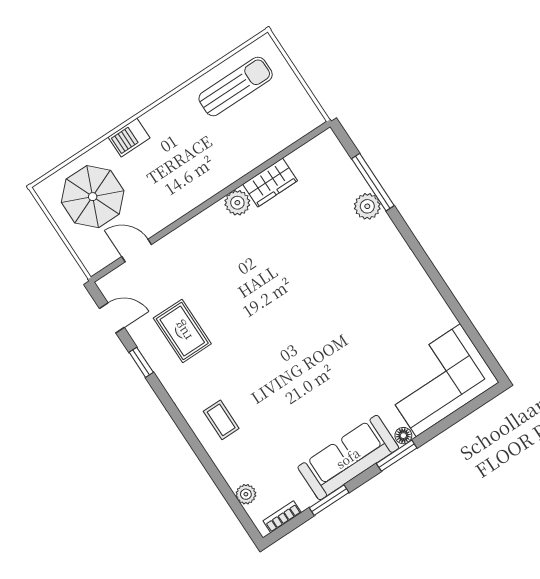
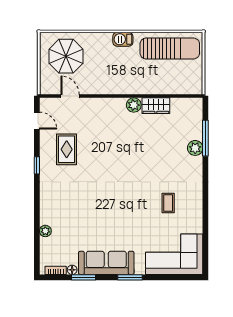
sun lounger: (236, 86) -> (170, 49), width x1.36, depth x1.34
barbecue: (129, 138) -> (123, 39), moved
window: (141, 362) -> (37, 165), moved
coffee table: (221, 420) -> (168, 203), moved
floor lamp: (403, 436) -> (72, 270), moved
plant: (246, 494) -> (45, 231), moved

